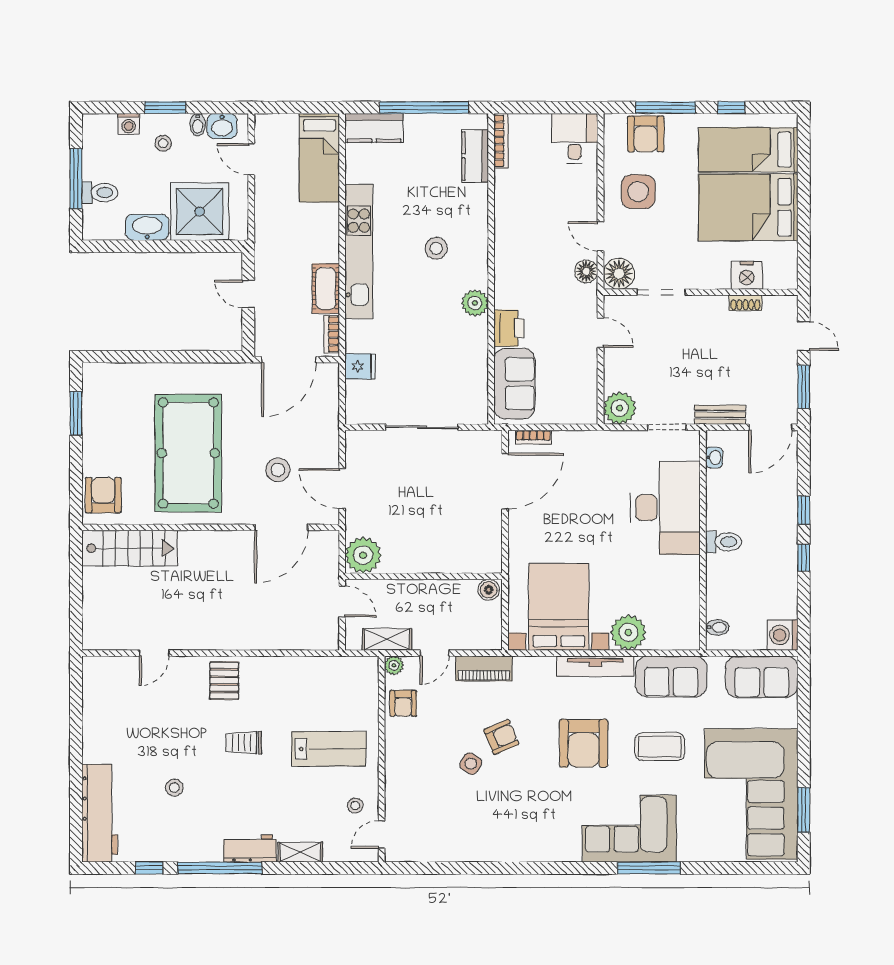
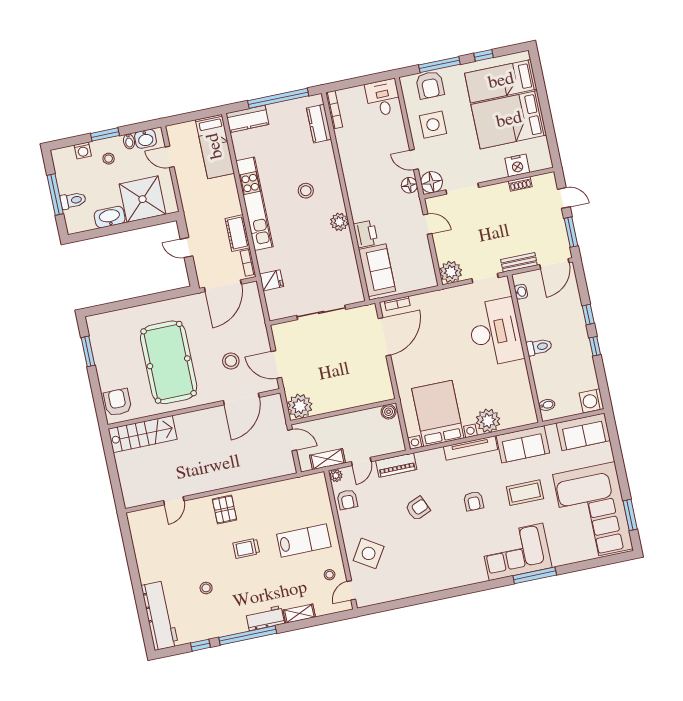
armchair: (584, 743) -> (474, 501), width x0.53, depth x0.53
side table: (471, 764) -> (369, 553), moved, width x1.87, depth x1.87

